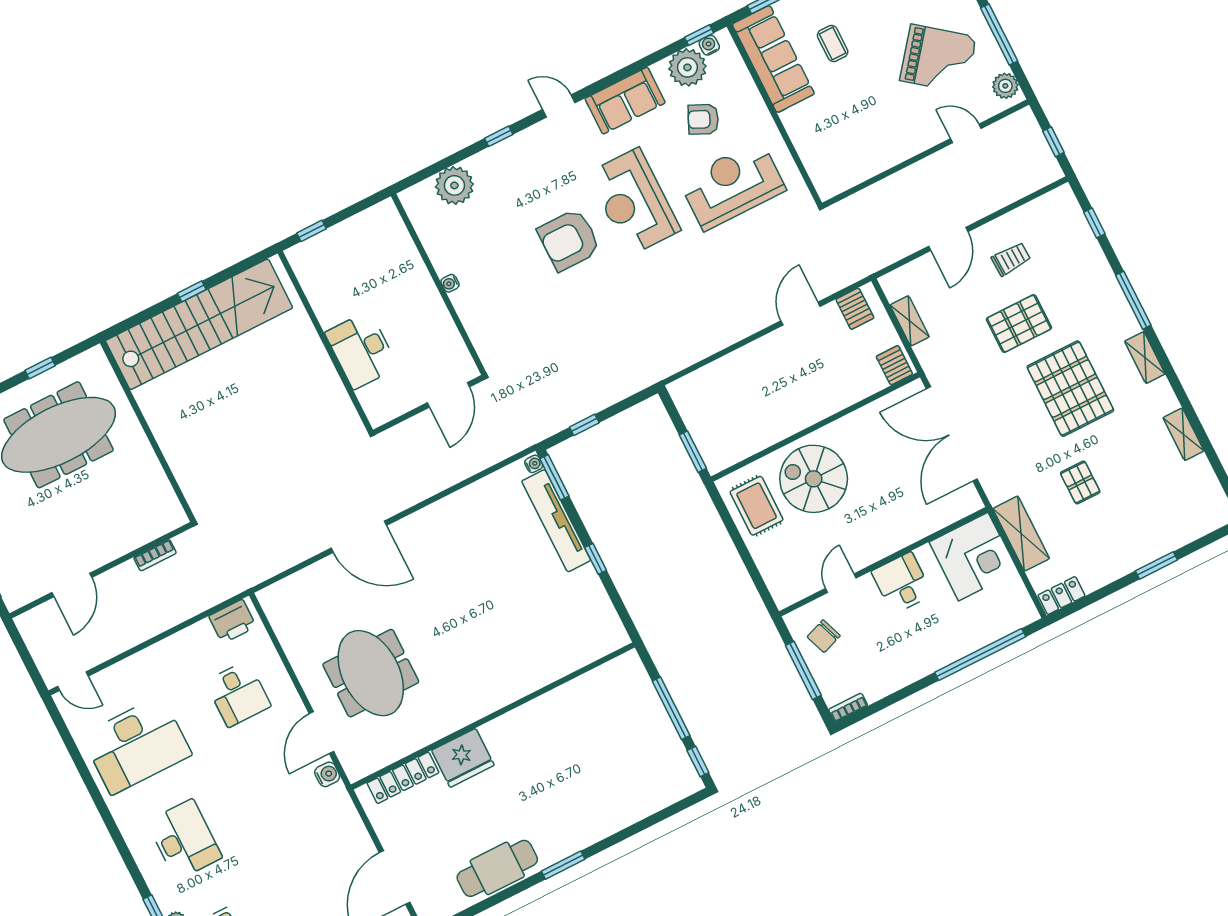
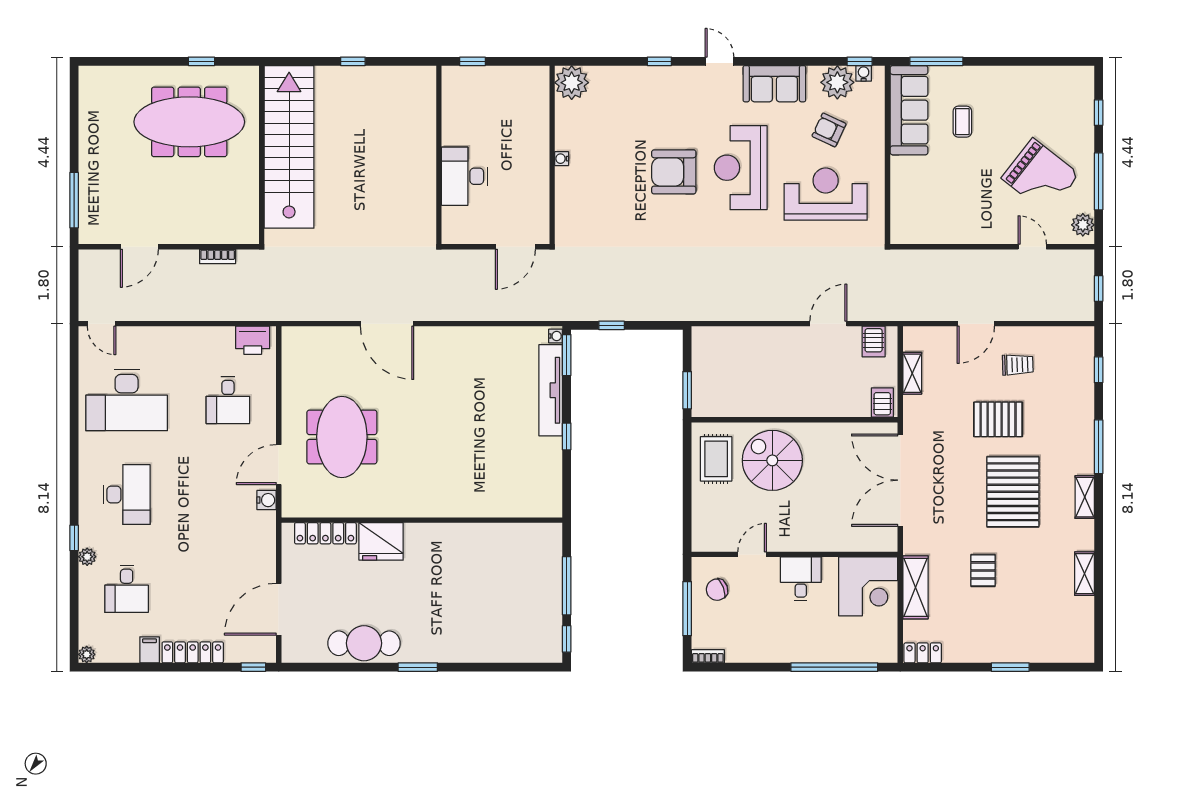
plant: (454, 185) -> (572, 83), moved
stairs: (199, 324) -> (289, 147), moved, turned -90

